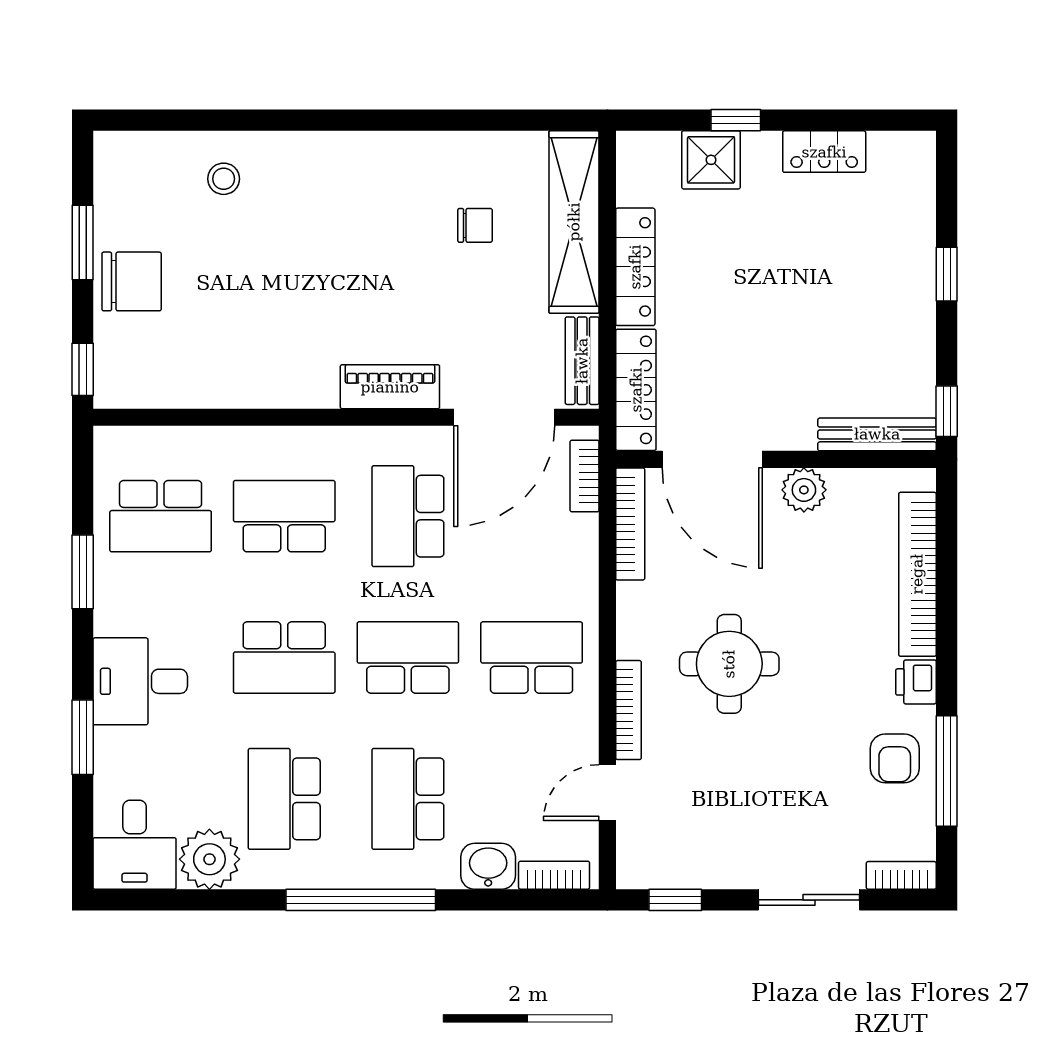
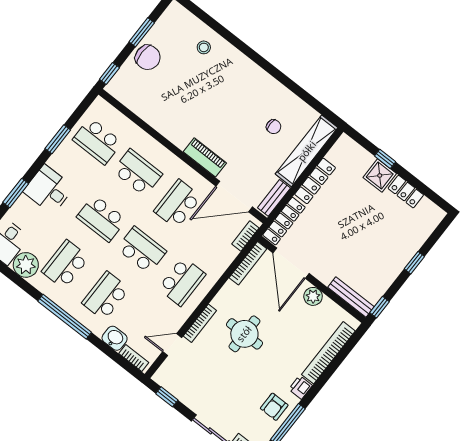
shower: (711, 160) -> (380, 175), moved
school desk: (532, 658) -> (182, 281), turned 90

